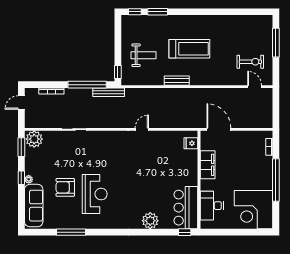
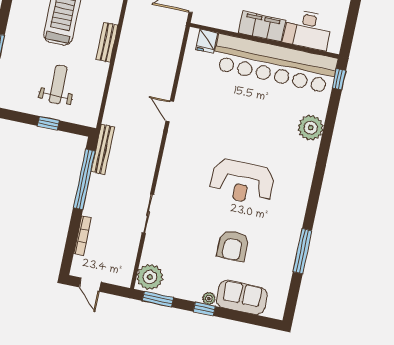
window: (118, 72) -> (48, 123), moved
filing cabinet: (208, 165) -> (262, 26), moved
reception desk: (95, 194) -> (242, 182), moved, turned 180
sofa: (34, 206) -> (242, 297), width x0.73
bar counter: (186, 208) -> (275, 63), width x1.86

